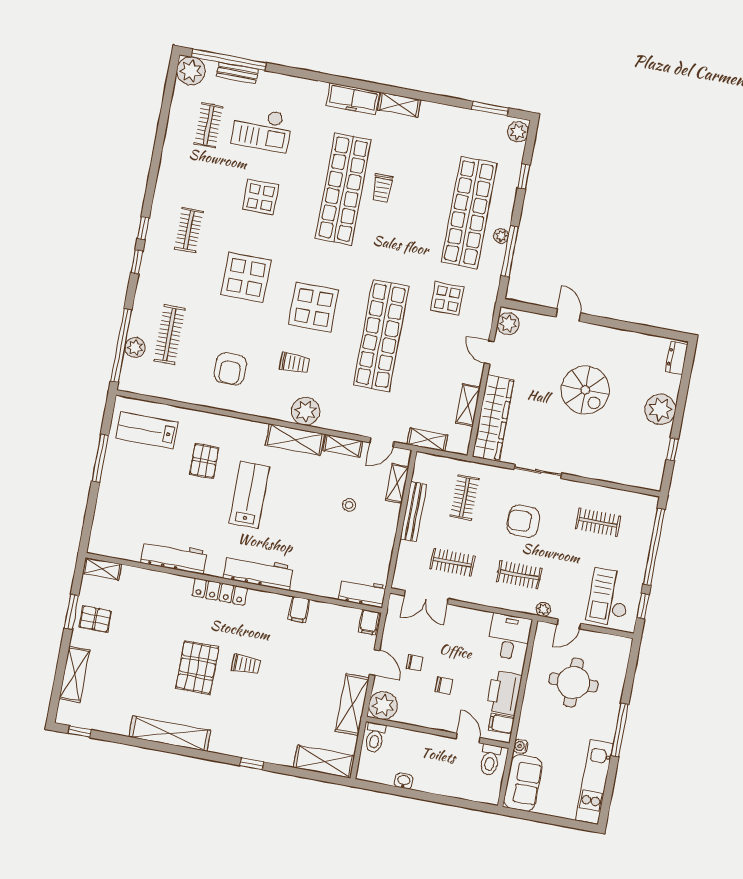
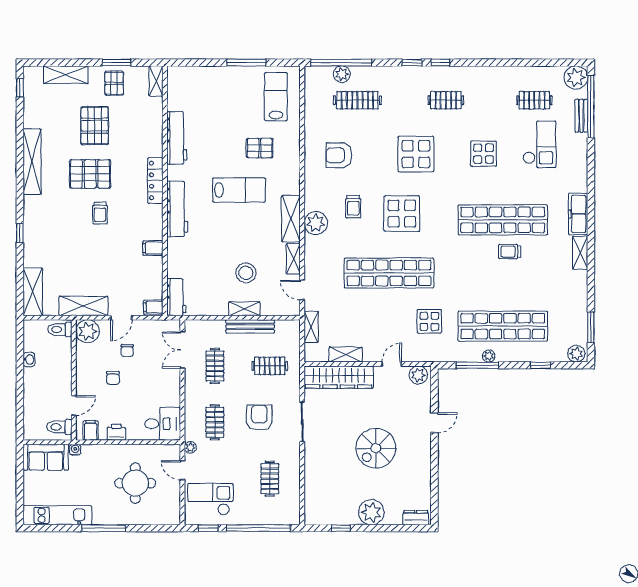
checkout: (262, 129) -> (539, 144), turned 180
shelving: (397, 483) -> (244, 309), moved
stool: (349, 505) -> (246, 273), width x1.89, depth x1.89
pallet: (141, 651) -> (95, 126), added
printer: (504, 693) -> (116, 432), width x0.53, depth x0.68

